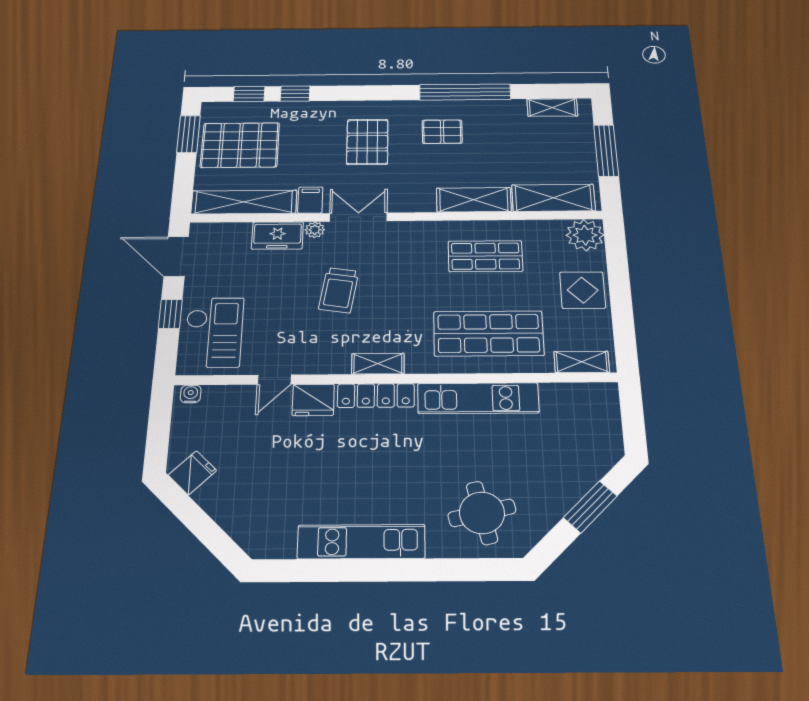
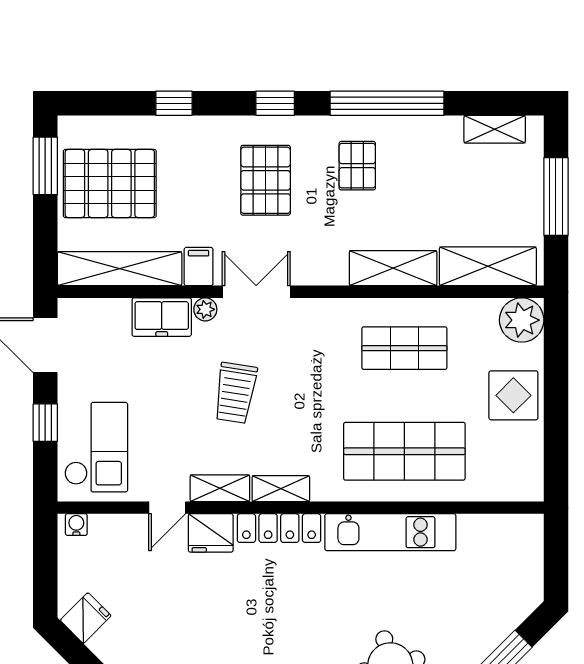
window: (249, 94) -> (275, 103), moved
pallet: (442, 132) -> (357, 166), turned 90
shelving: (582, 362) -> (220, 488), moved

